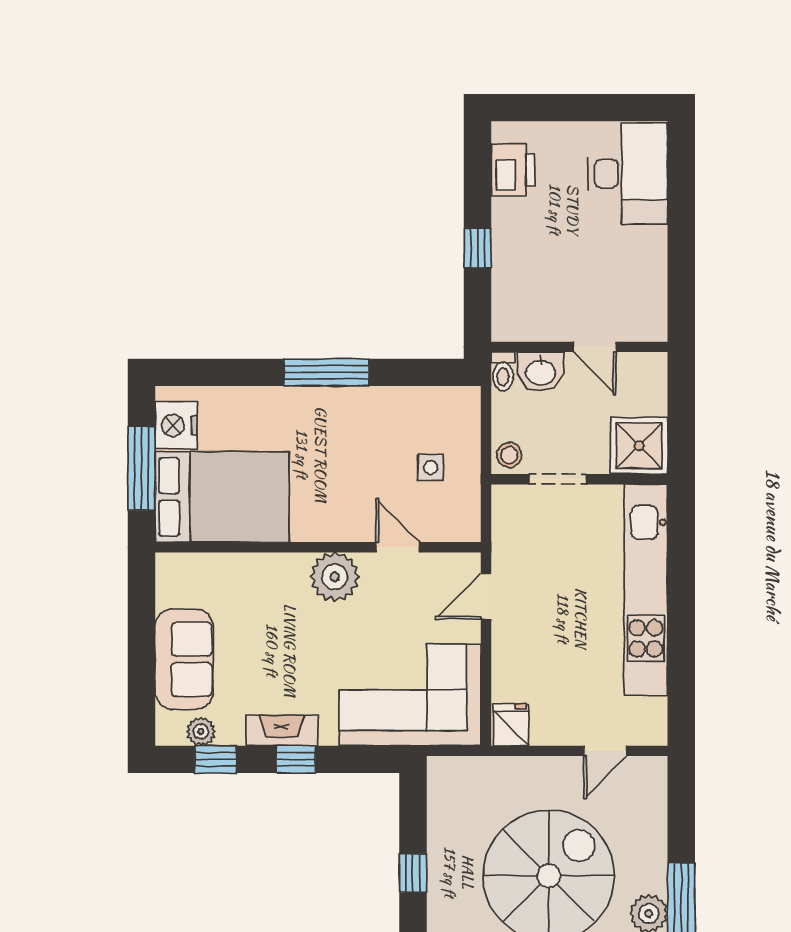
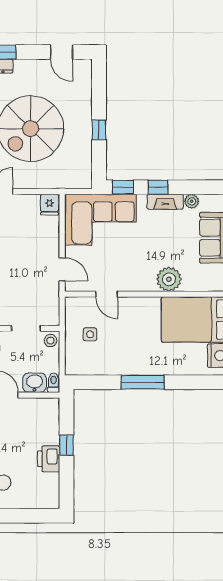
printer: (513, 170) -> (49, 459), moved
plant: (335, 577) -> (169, 279), moved
door: (486, 596) -> (62, 269), hinge flipped
plant: (201, 731) -> (192, 201), moved
window: (216, 759) -> (123, 187), moved

